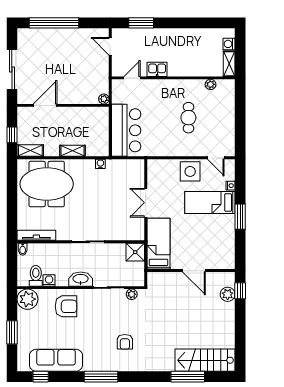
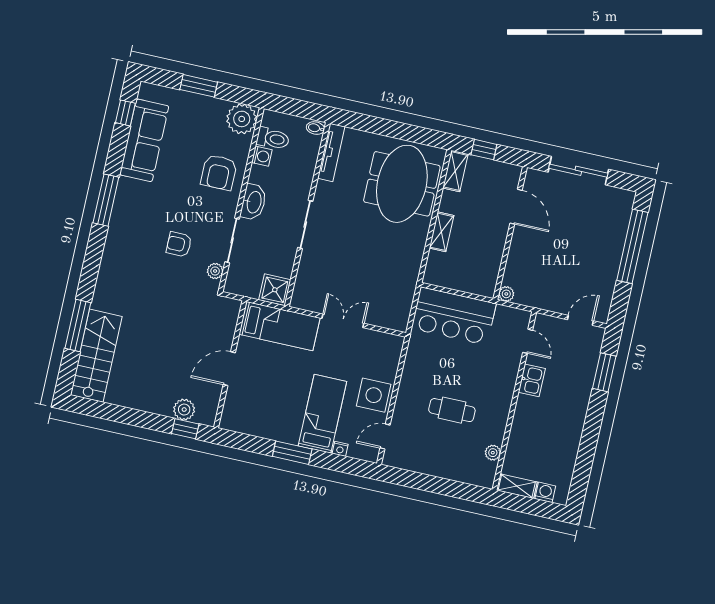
water cooler: (100, 164) -> (414, 268), removed
armchair: (125, 342) -> (179, 244), moved

